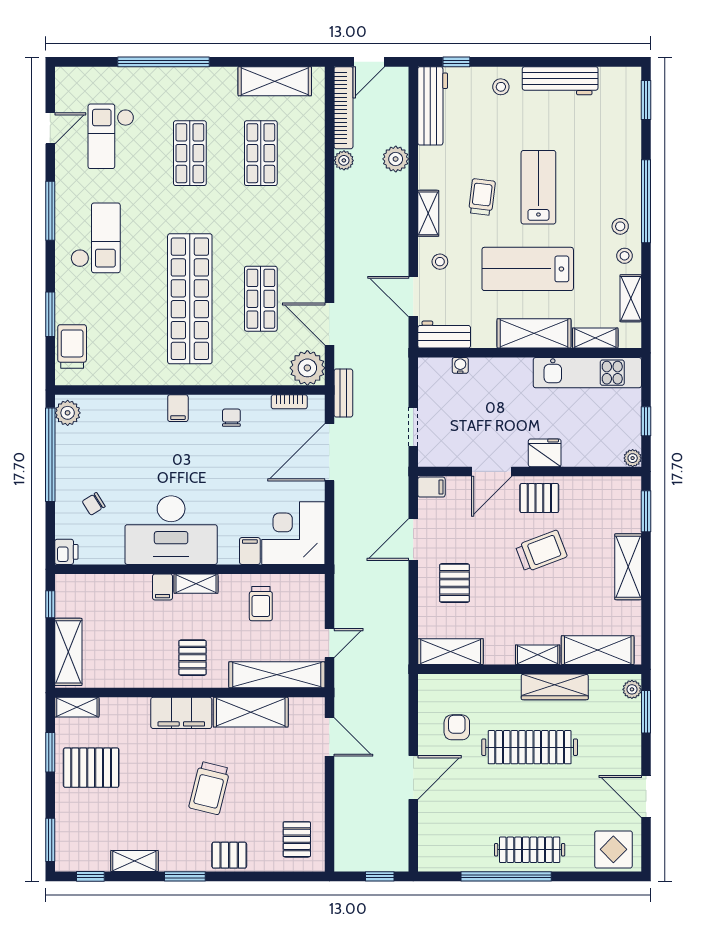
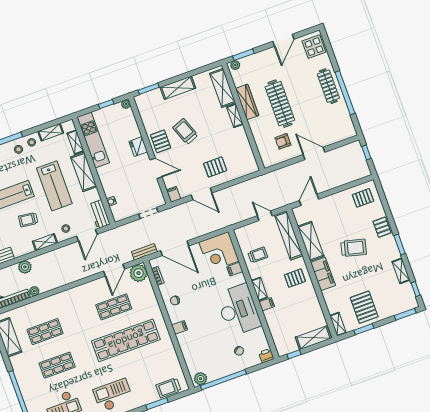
shelving: (451, 652) -> (248, 157), removed

